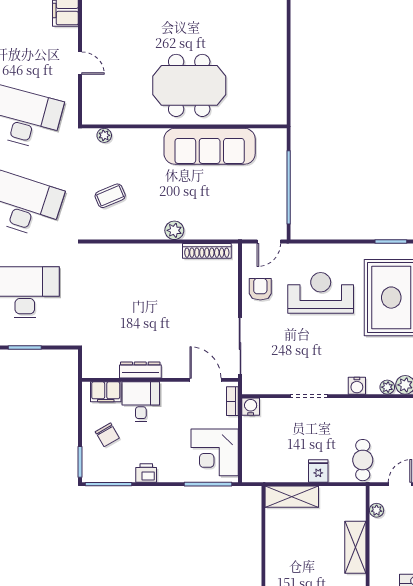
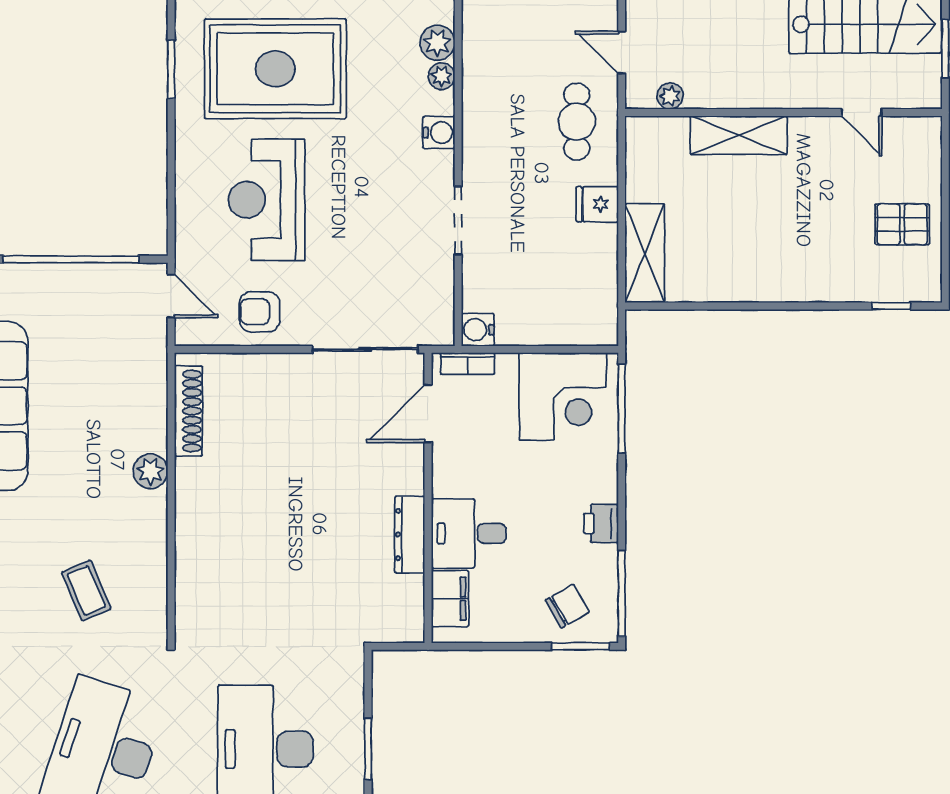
chair: (107, 435) -> (567, 606), moved
cafe table: (363, 460) -> (577, 122), turned 90

